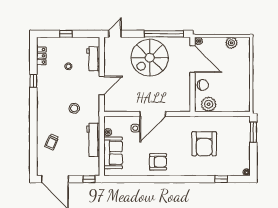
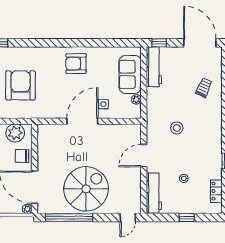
workbench: (93, 59) -> (154, 193), width x1.37
workbench: (93, 140) -> (154, 67), moved

